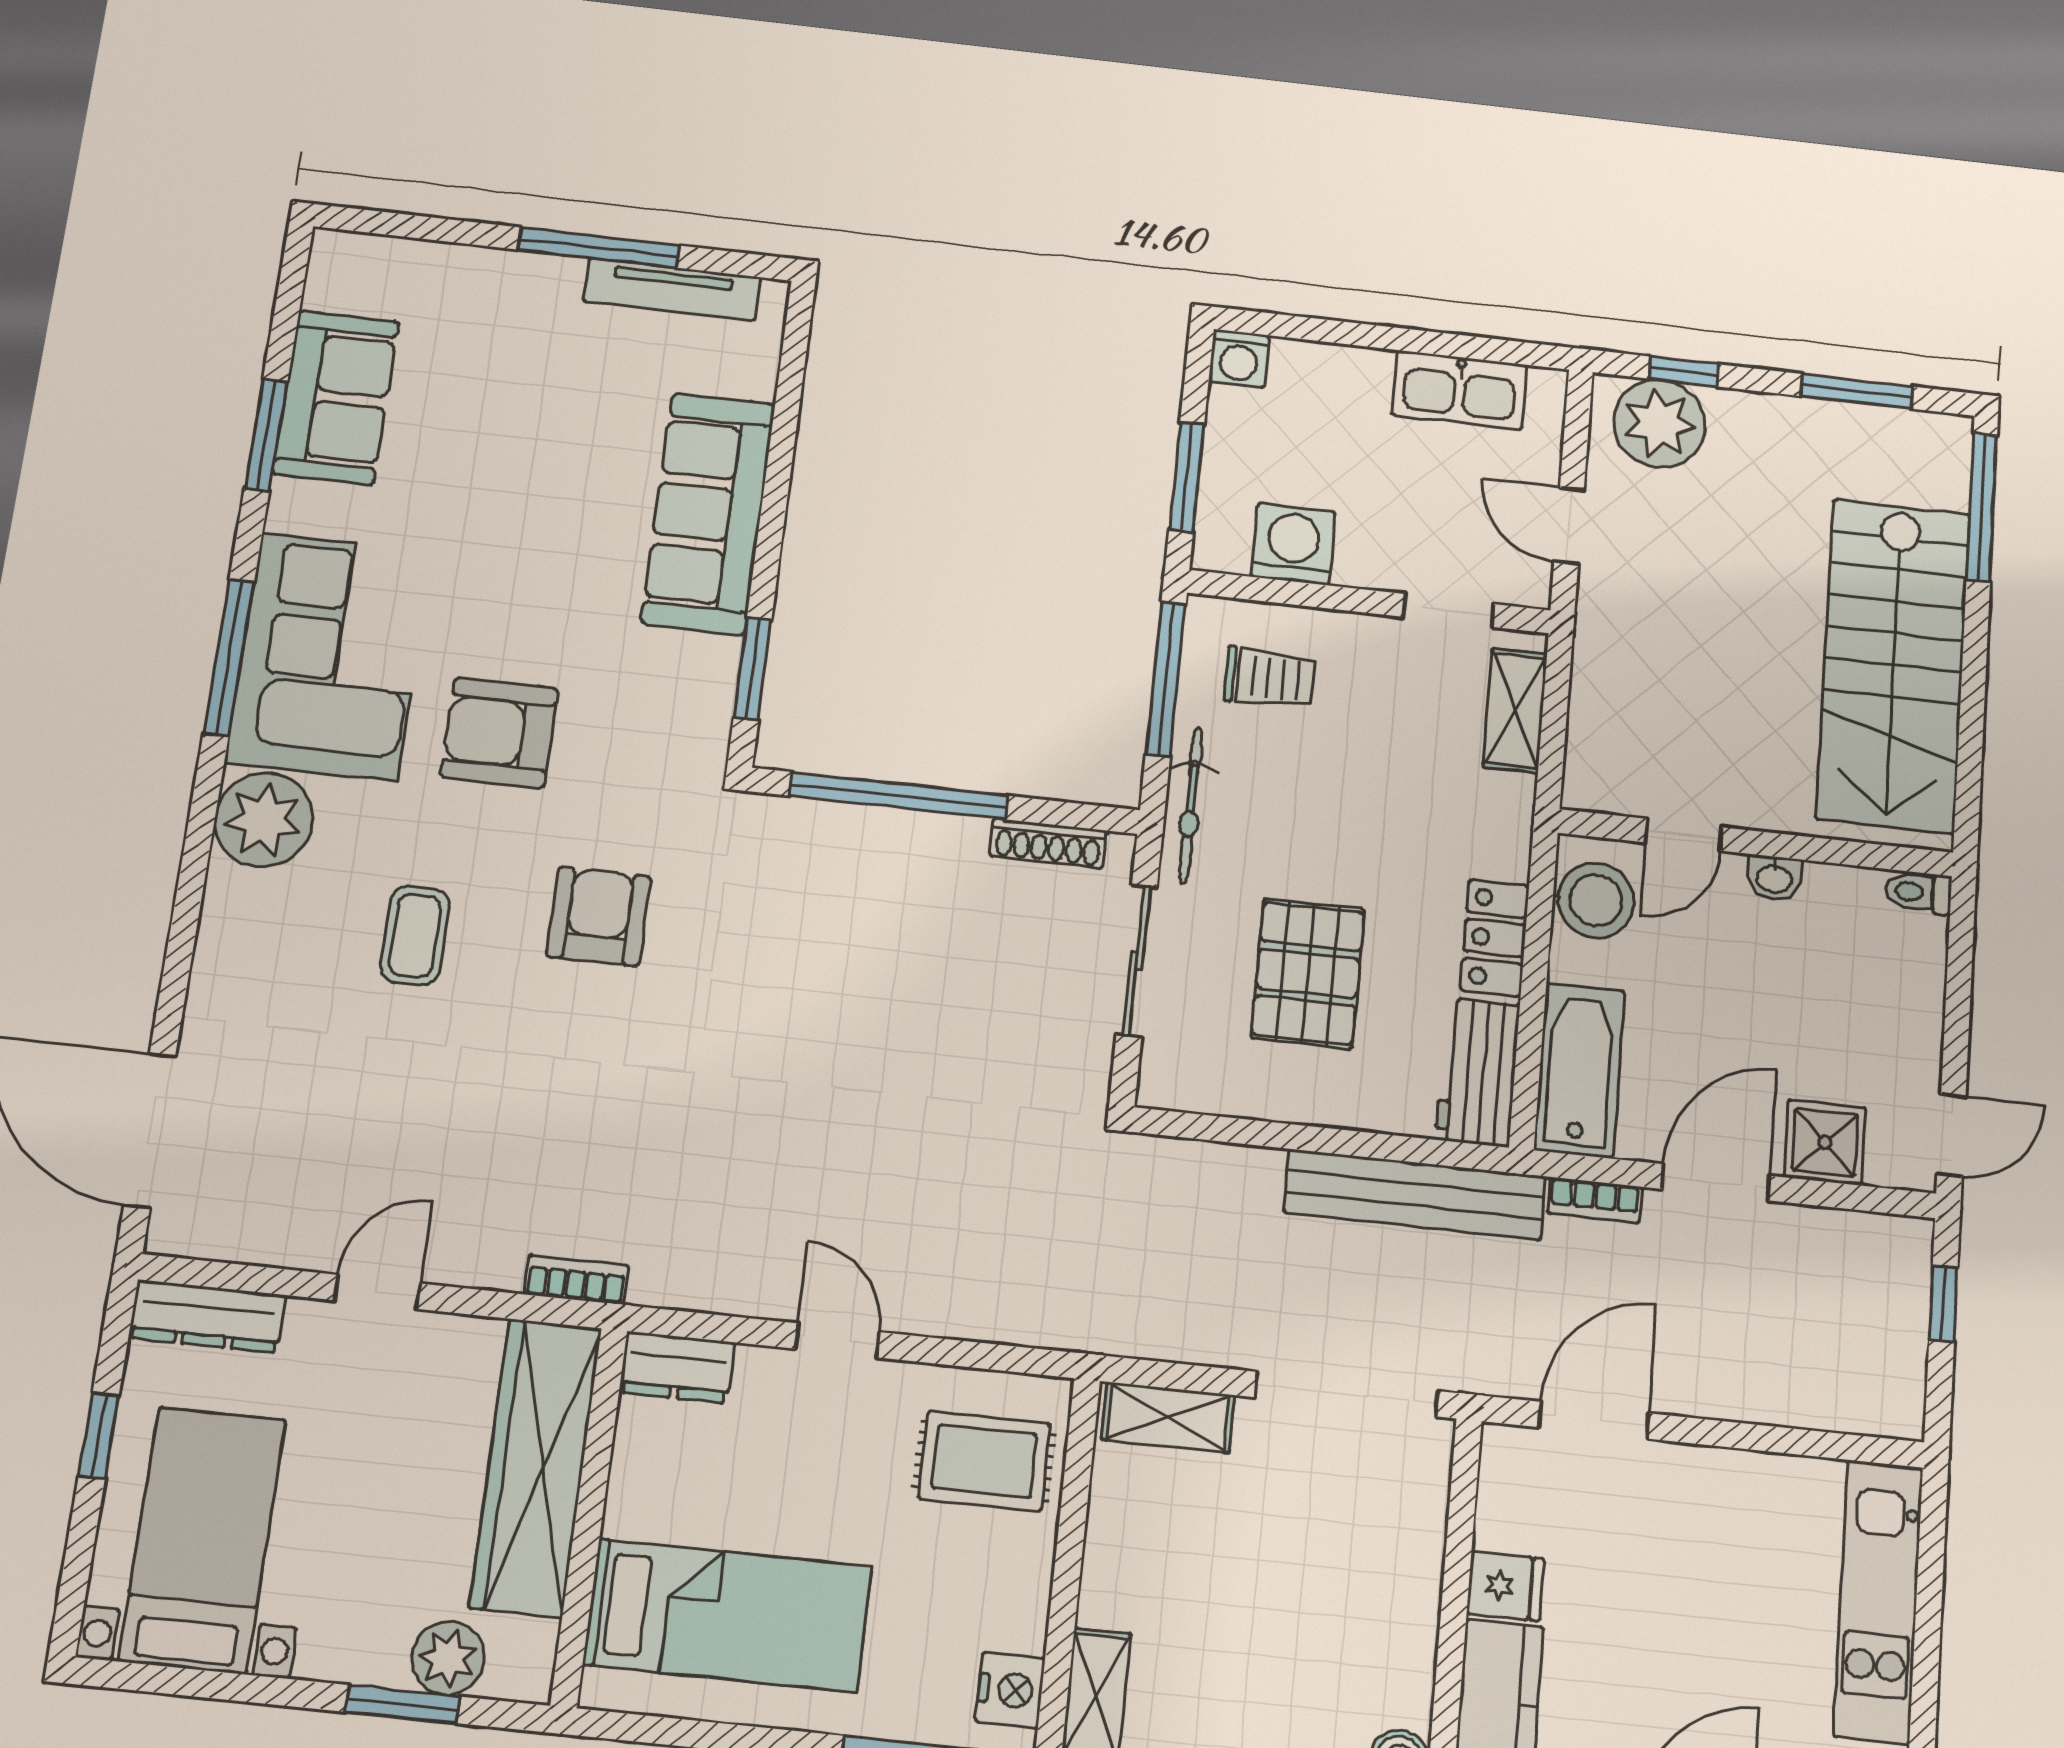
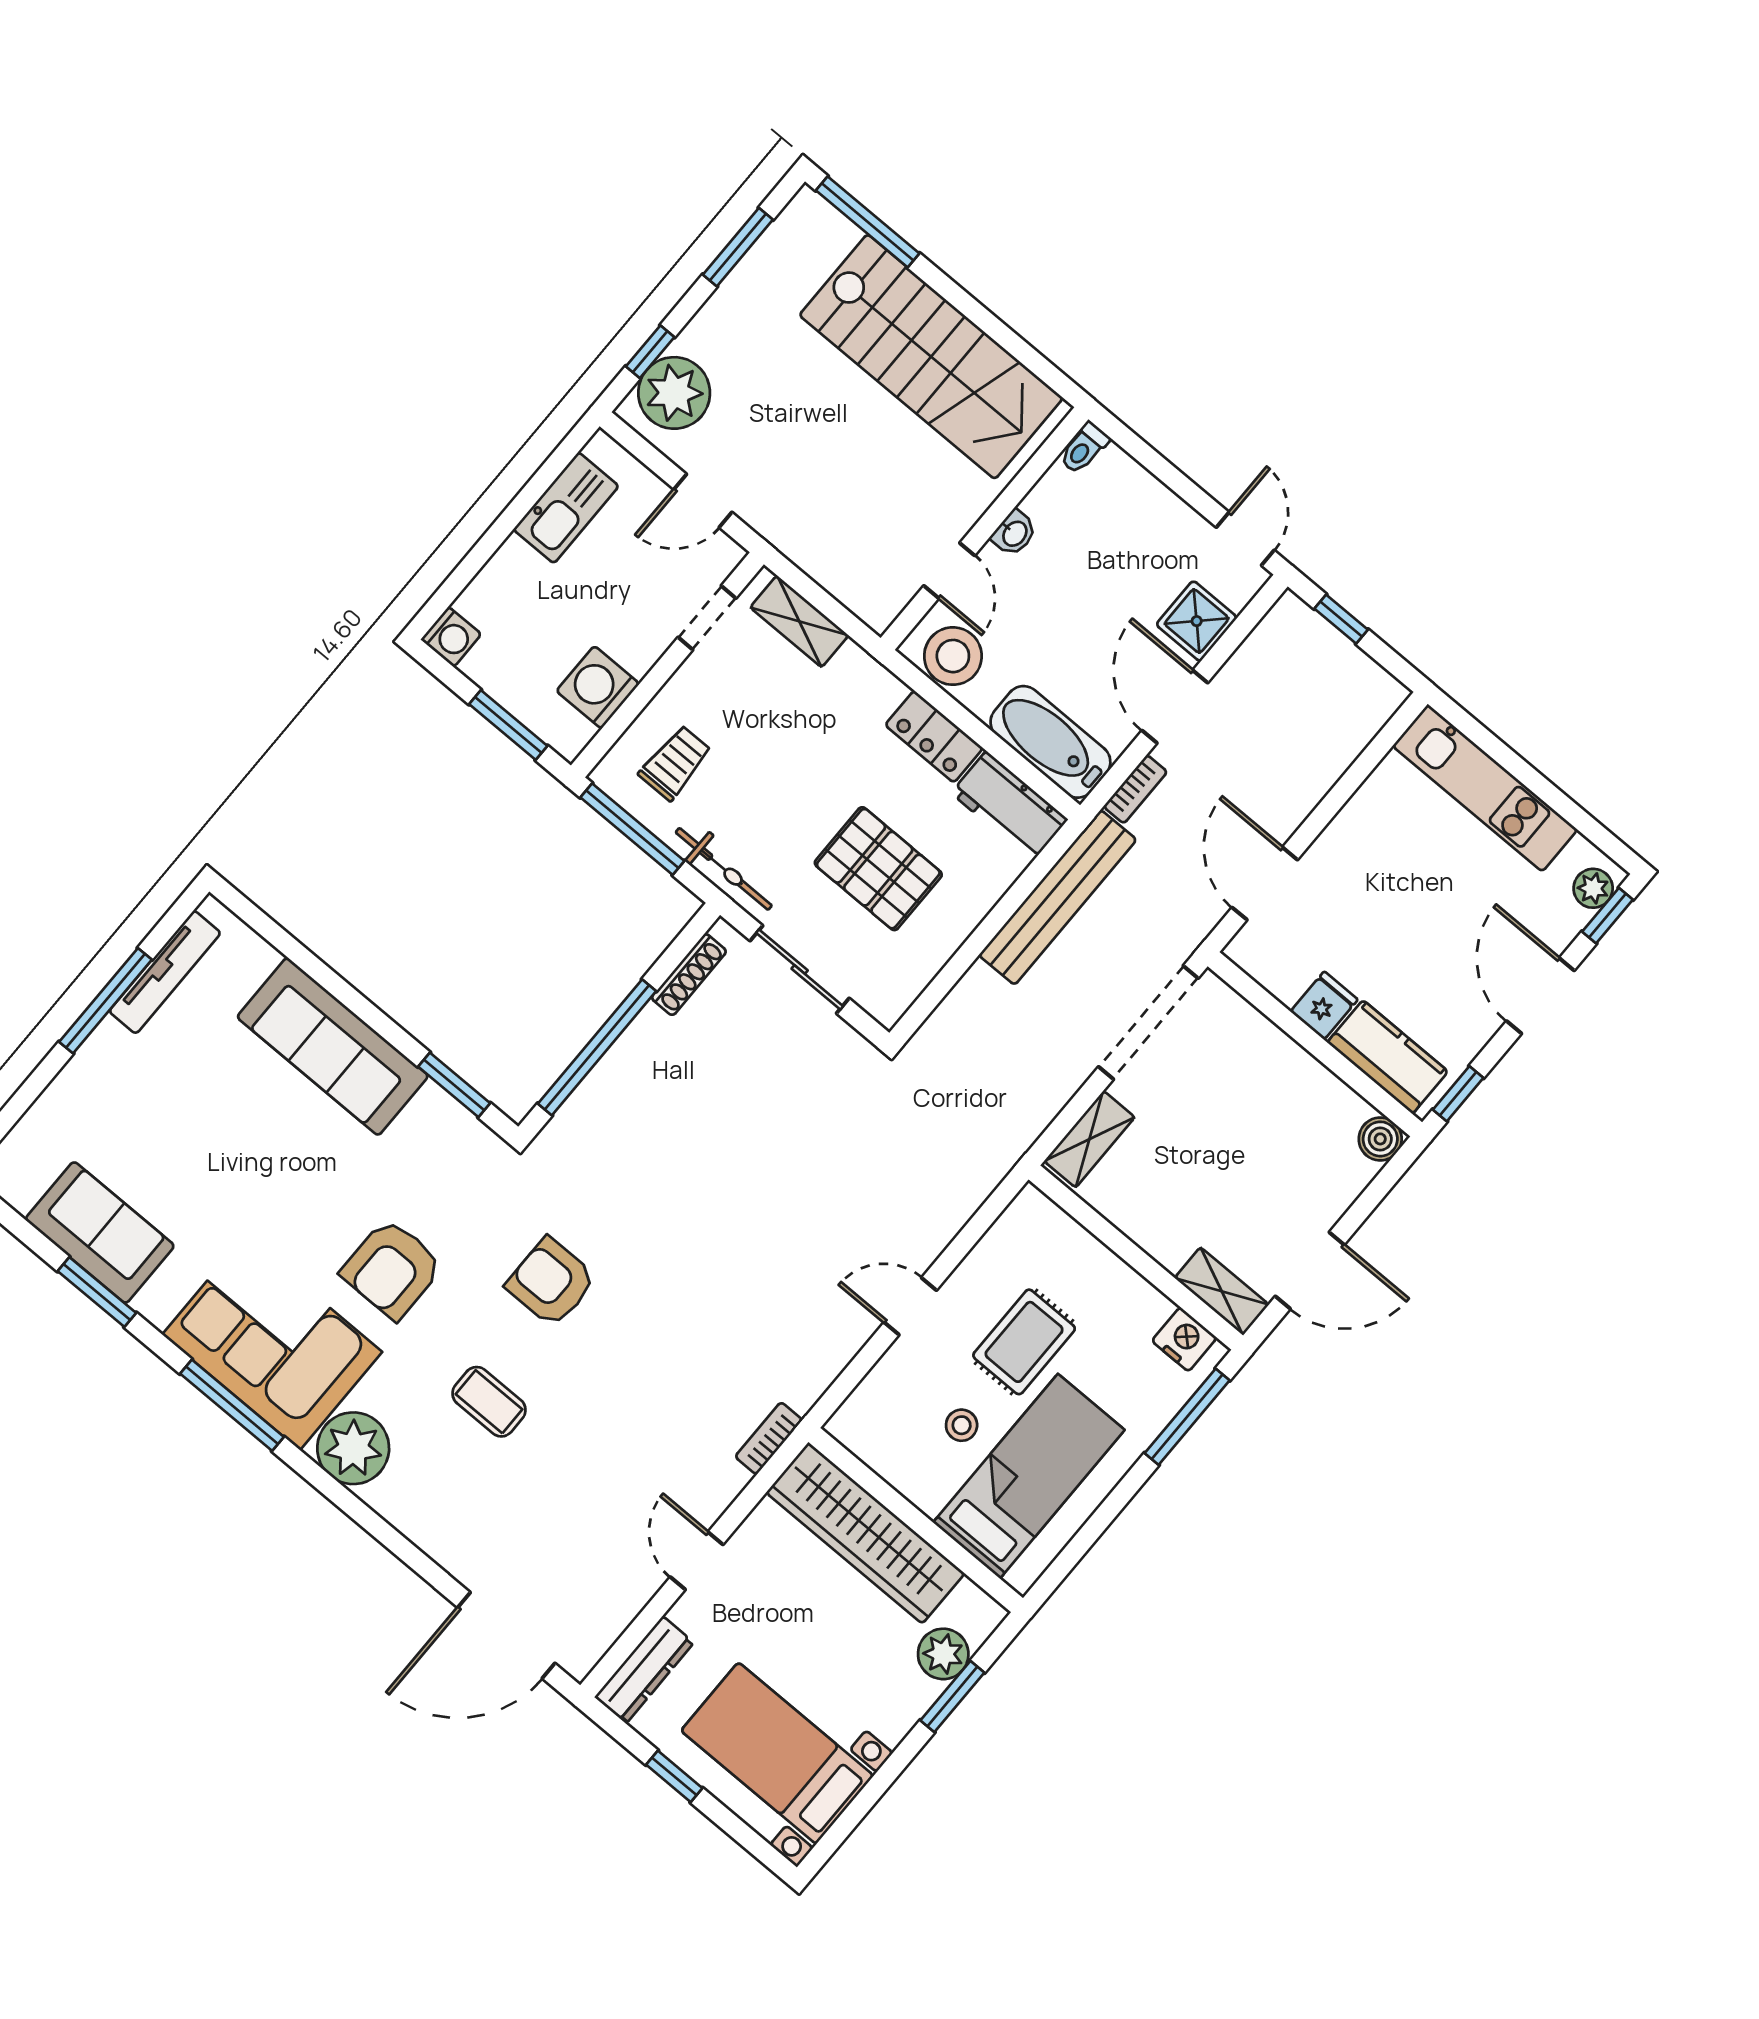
dresser: (677, 1367) -> (862, 1412), removed
rug: (984, 1461) -> (1024, 1342), moved
stool: (737, 1494) -> (962, 1425), added

